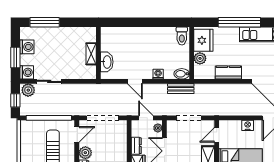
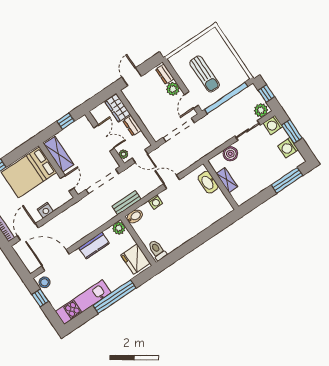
plant: (200, 58) -> (119, 228), moved
boiler: (75, 72) -> (230, 154), added
doorway: (189, 118) -> (102, 182), width x1.36

